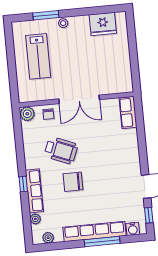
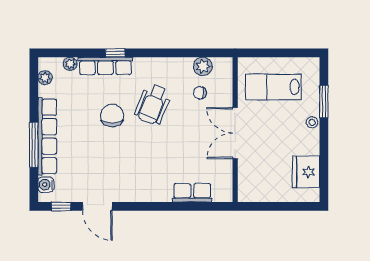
double door: (79, 99) -> (235, 133), moved
wall: (76, 100) -> (235, 130), moved

